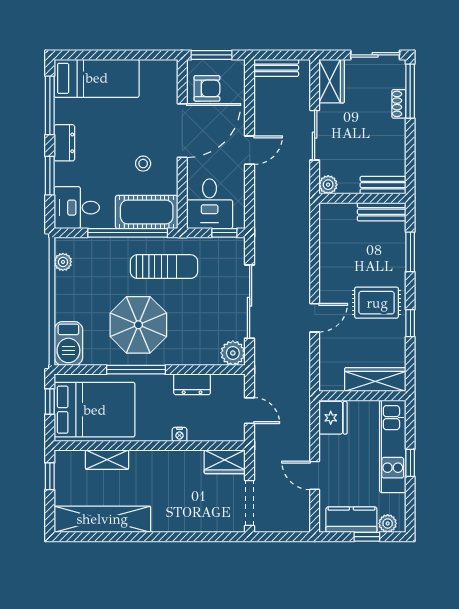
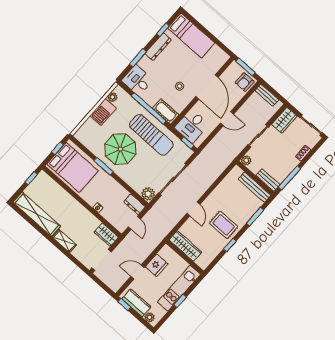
armchair: (207, 88) -> (245, 82), moved, turned 90
window: (410, 91) -> (289, 178), moved
window: (50, 105) -> (163, 30), width x0.46
door: (182, 131) -> (207, 87), hinge flipped
dresser: (64, 143) -> (158, 47), width x1.44
cot: (147, 212) -> (166, 112), width x0.73, depth x0.75
bench: (382, 212) -> (254, 187), width x1.36
sun lounger: (164, 267) -> (151, 135), width x1.36, depth x1.34
door: (315, 318) -> (193, 209), hinge flipped
barbecue: (68, 343) -> (103, 112), moved
window: (136, 370) -> (103, 166), width x0.69
wardrobe: (375, 380) -> (185, 246), moved
dresser: (192, 384) -> (135, 204), moved
fridge: (333, 418) -> (157, 265), moved
shelving: (107, 460) -> (64, 241), moved
door: (315, 475) -> (137, 272), hinge flipped
window: (367, 537) -> (124, 304), moved

